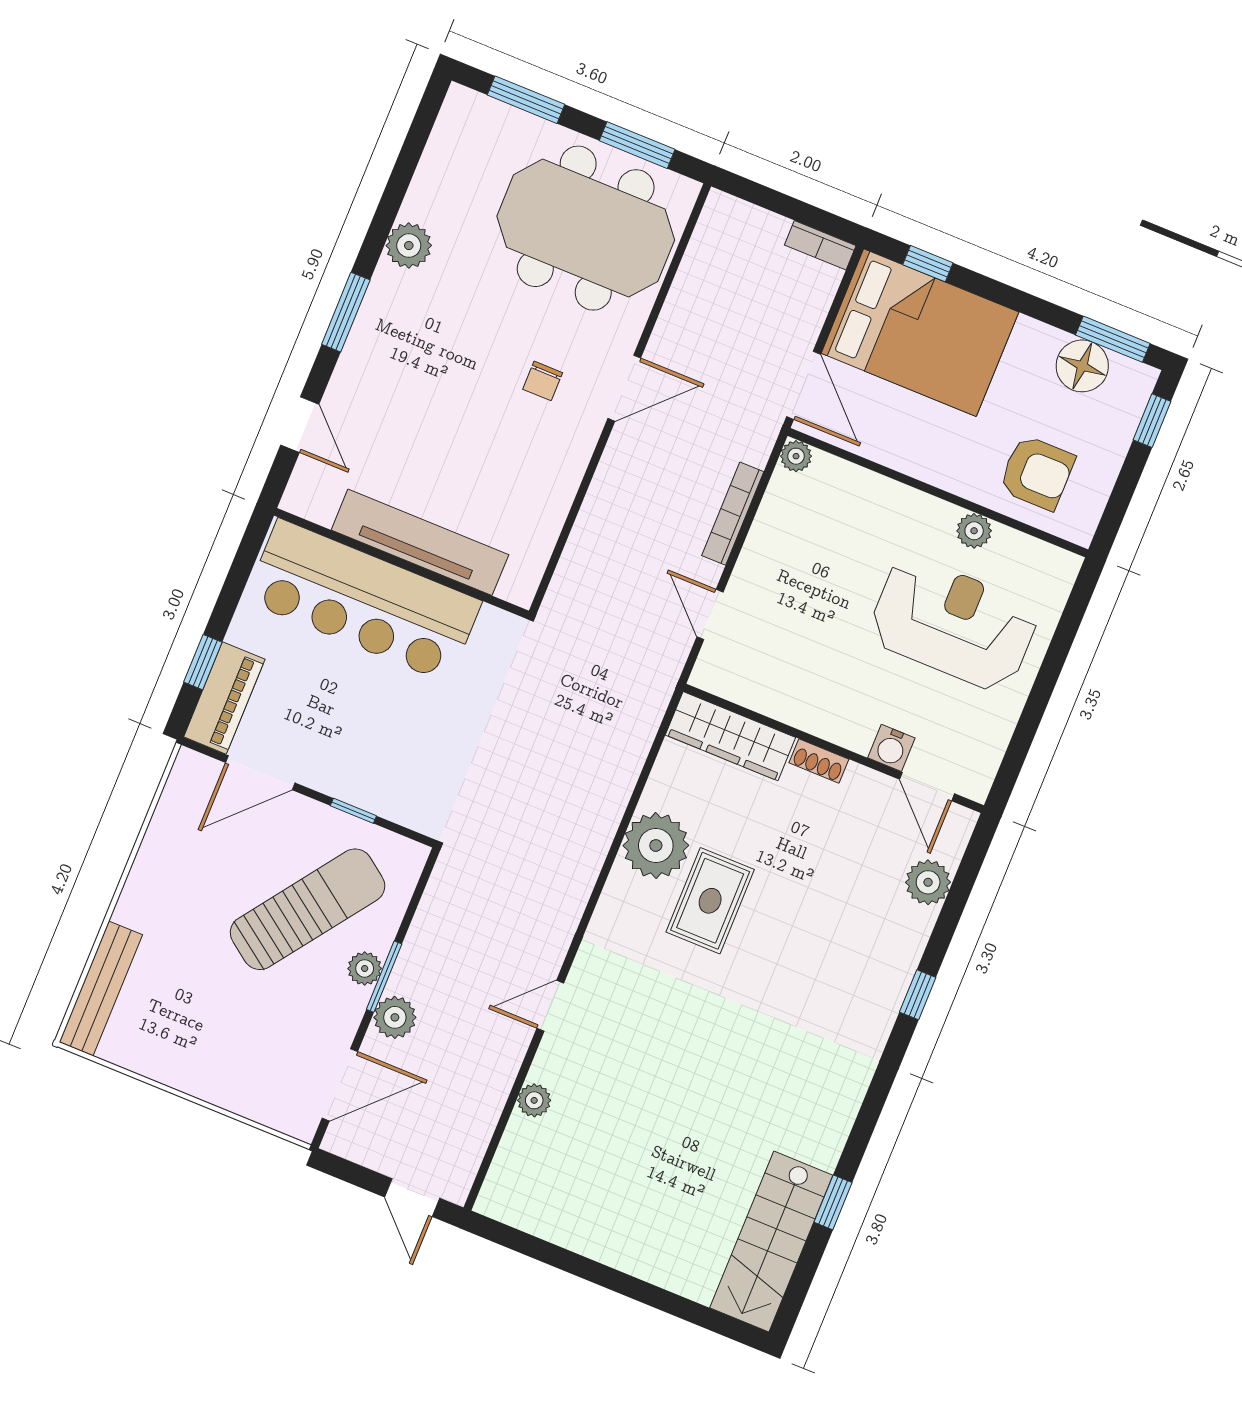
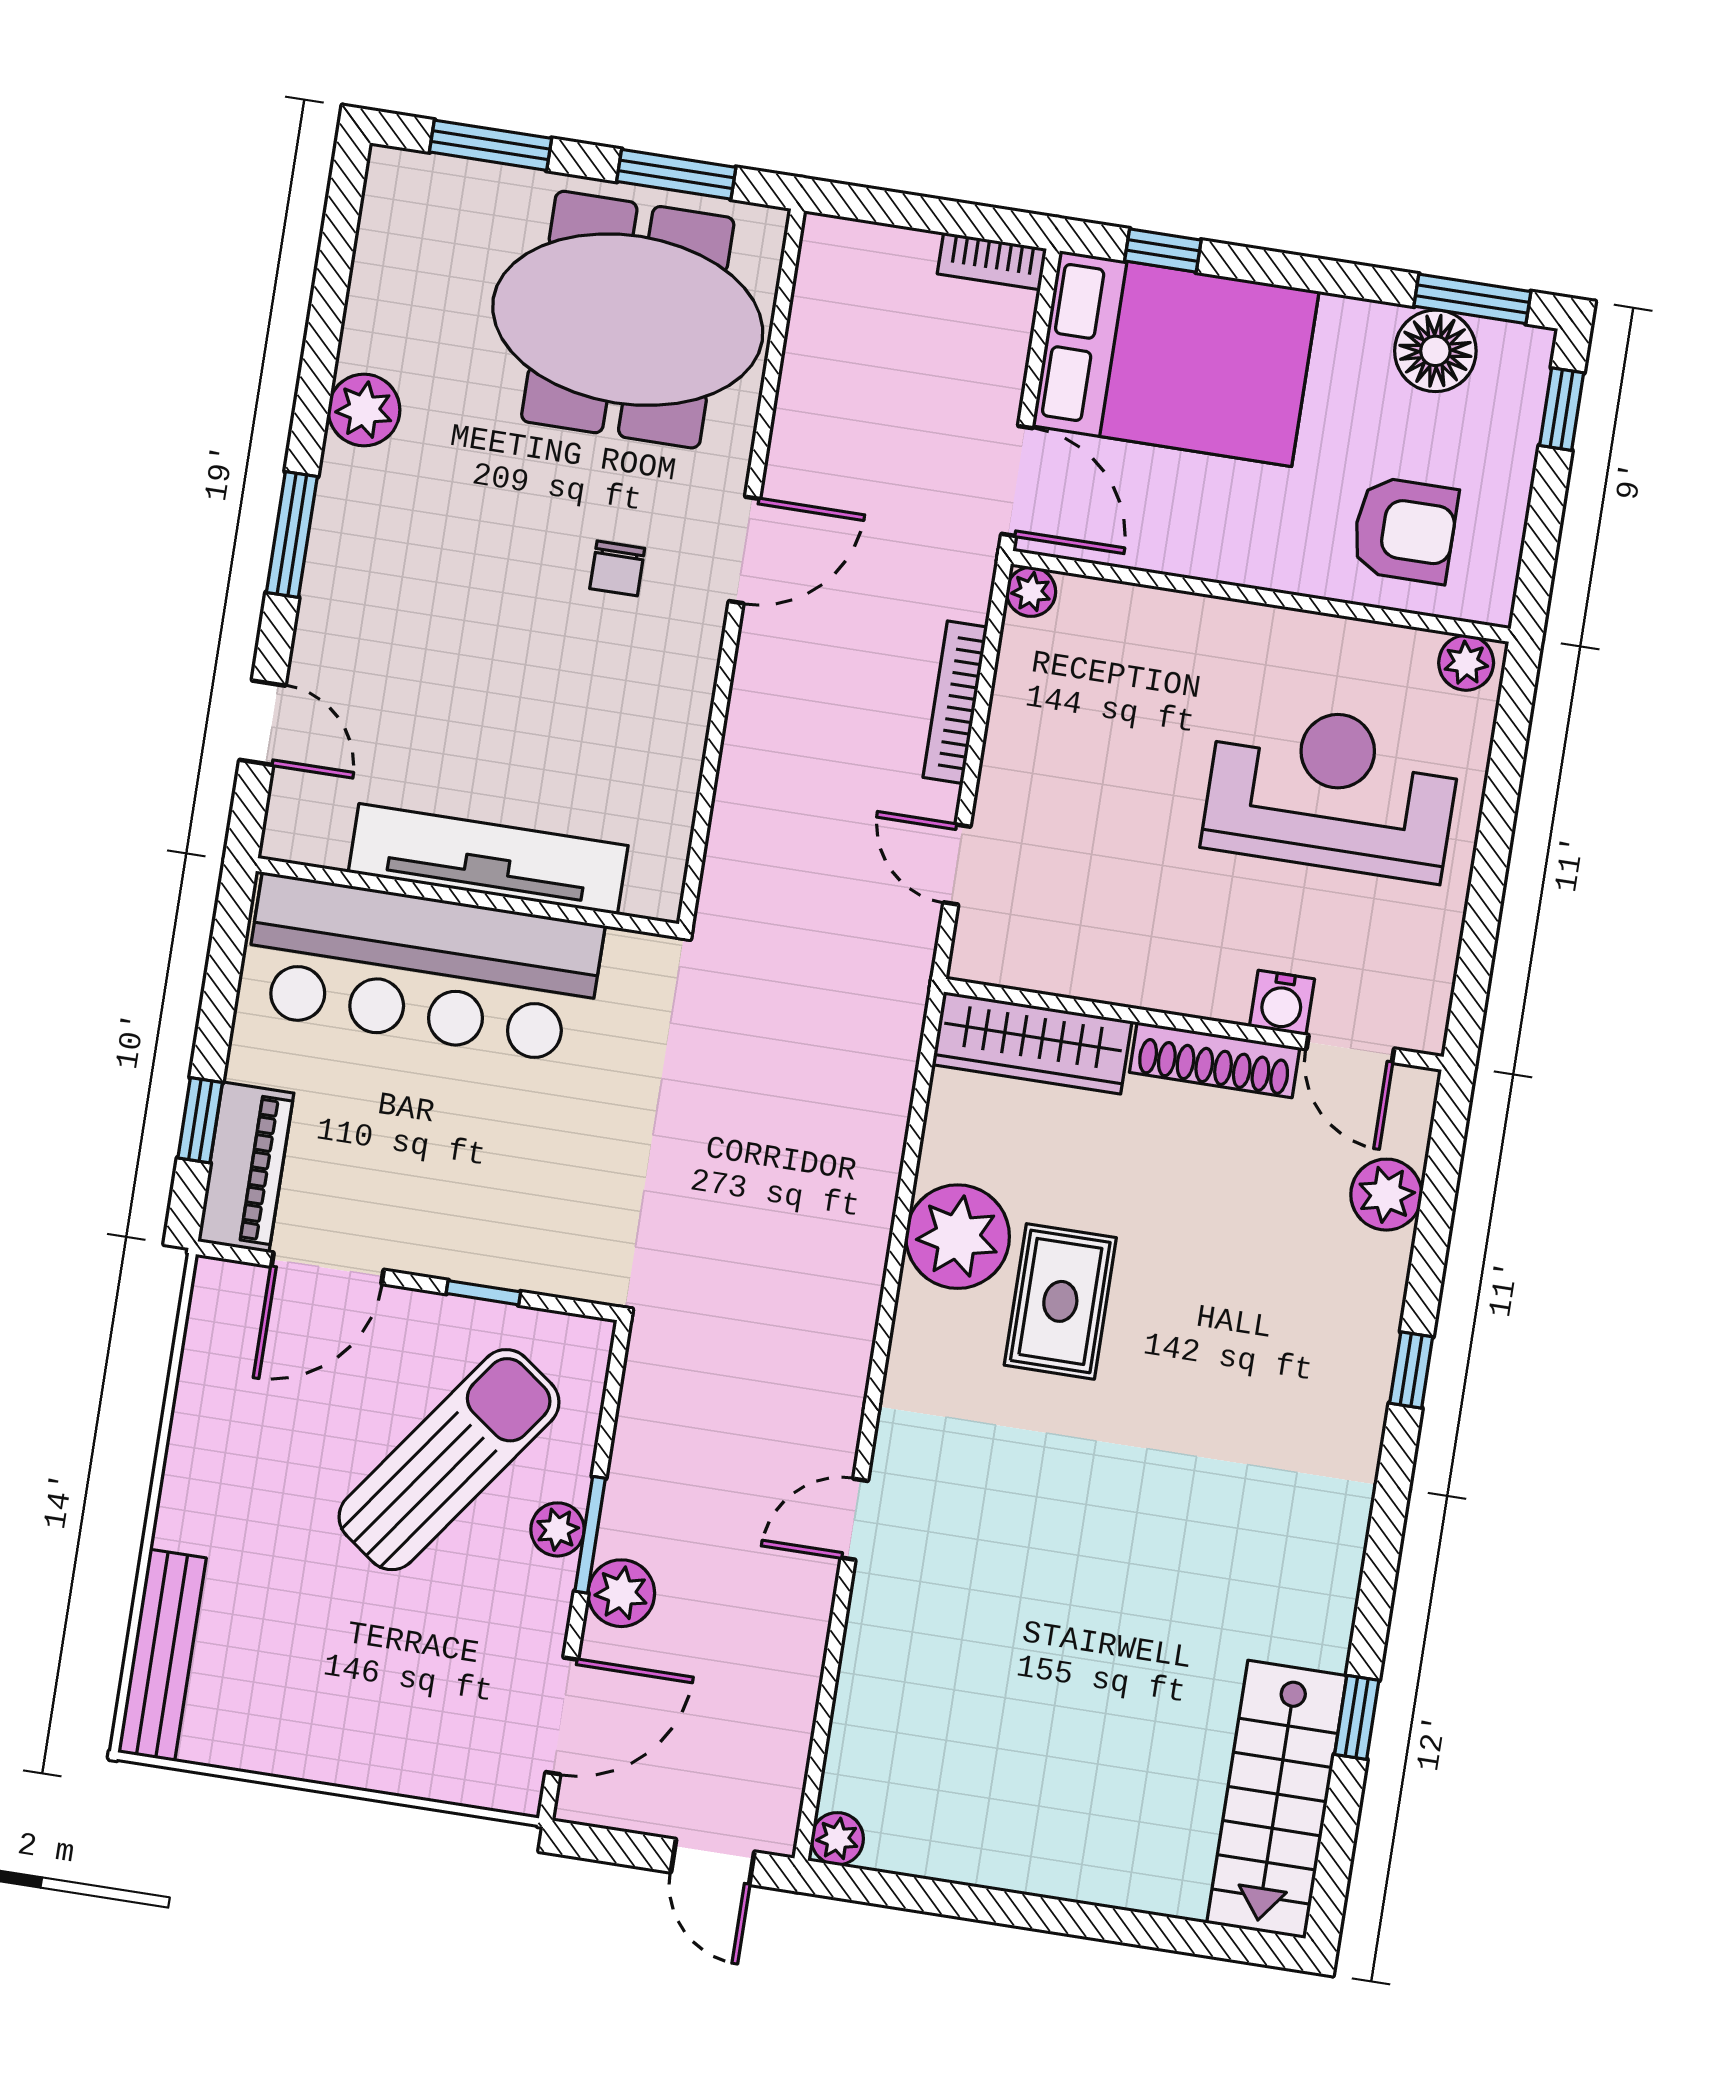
plant: (974, 531) -> (1466, 663), moved
shoe rack: (819, 761) -> (1215, 1060), width x1.94, depth x1.24
plant: (534, 1100) -> (837, 1839), moved

